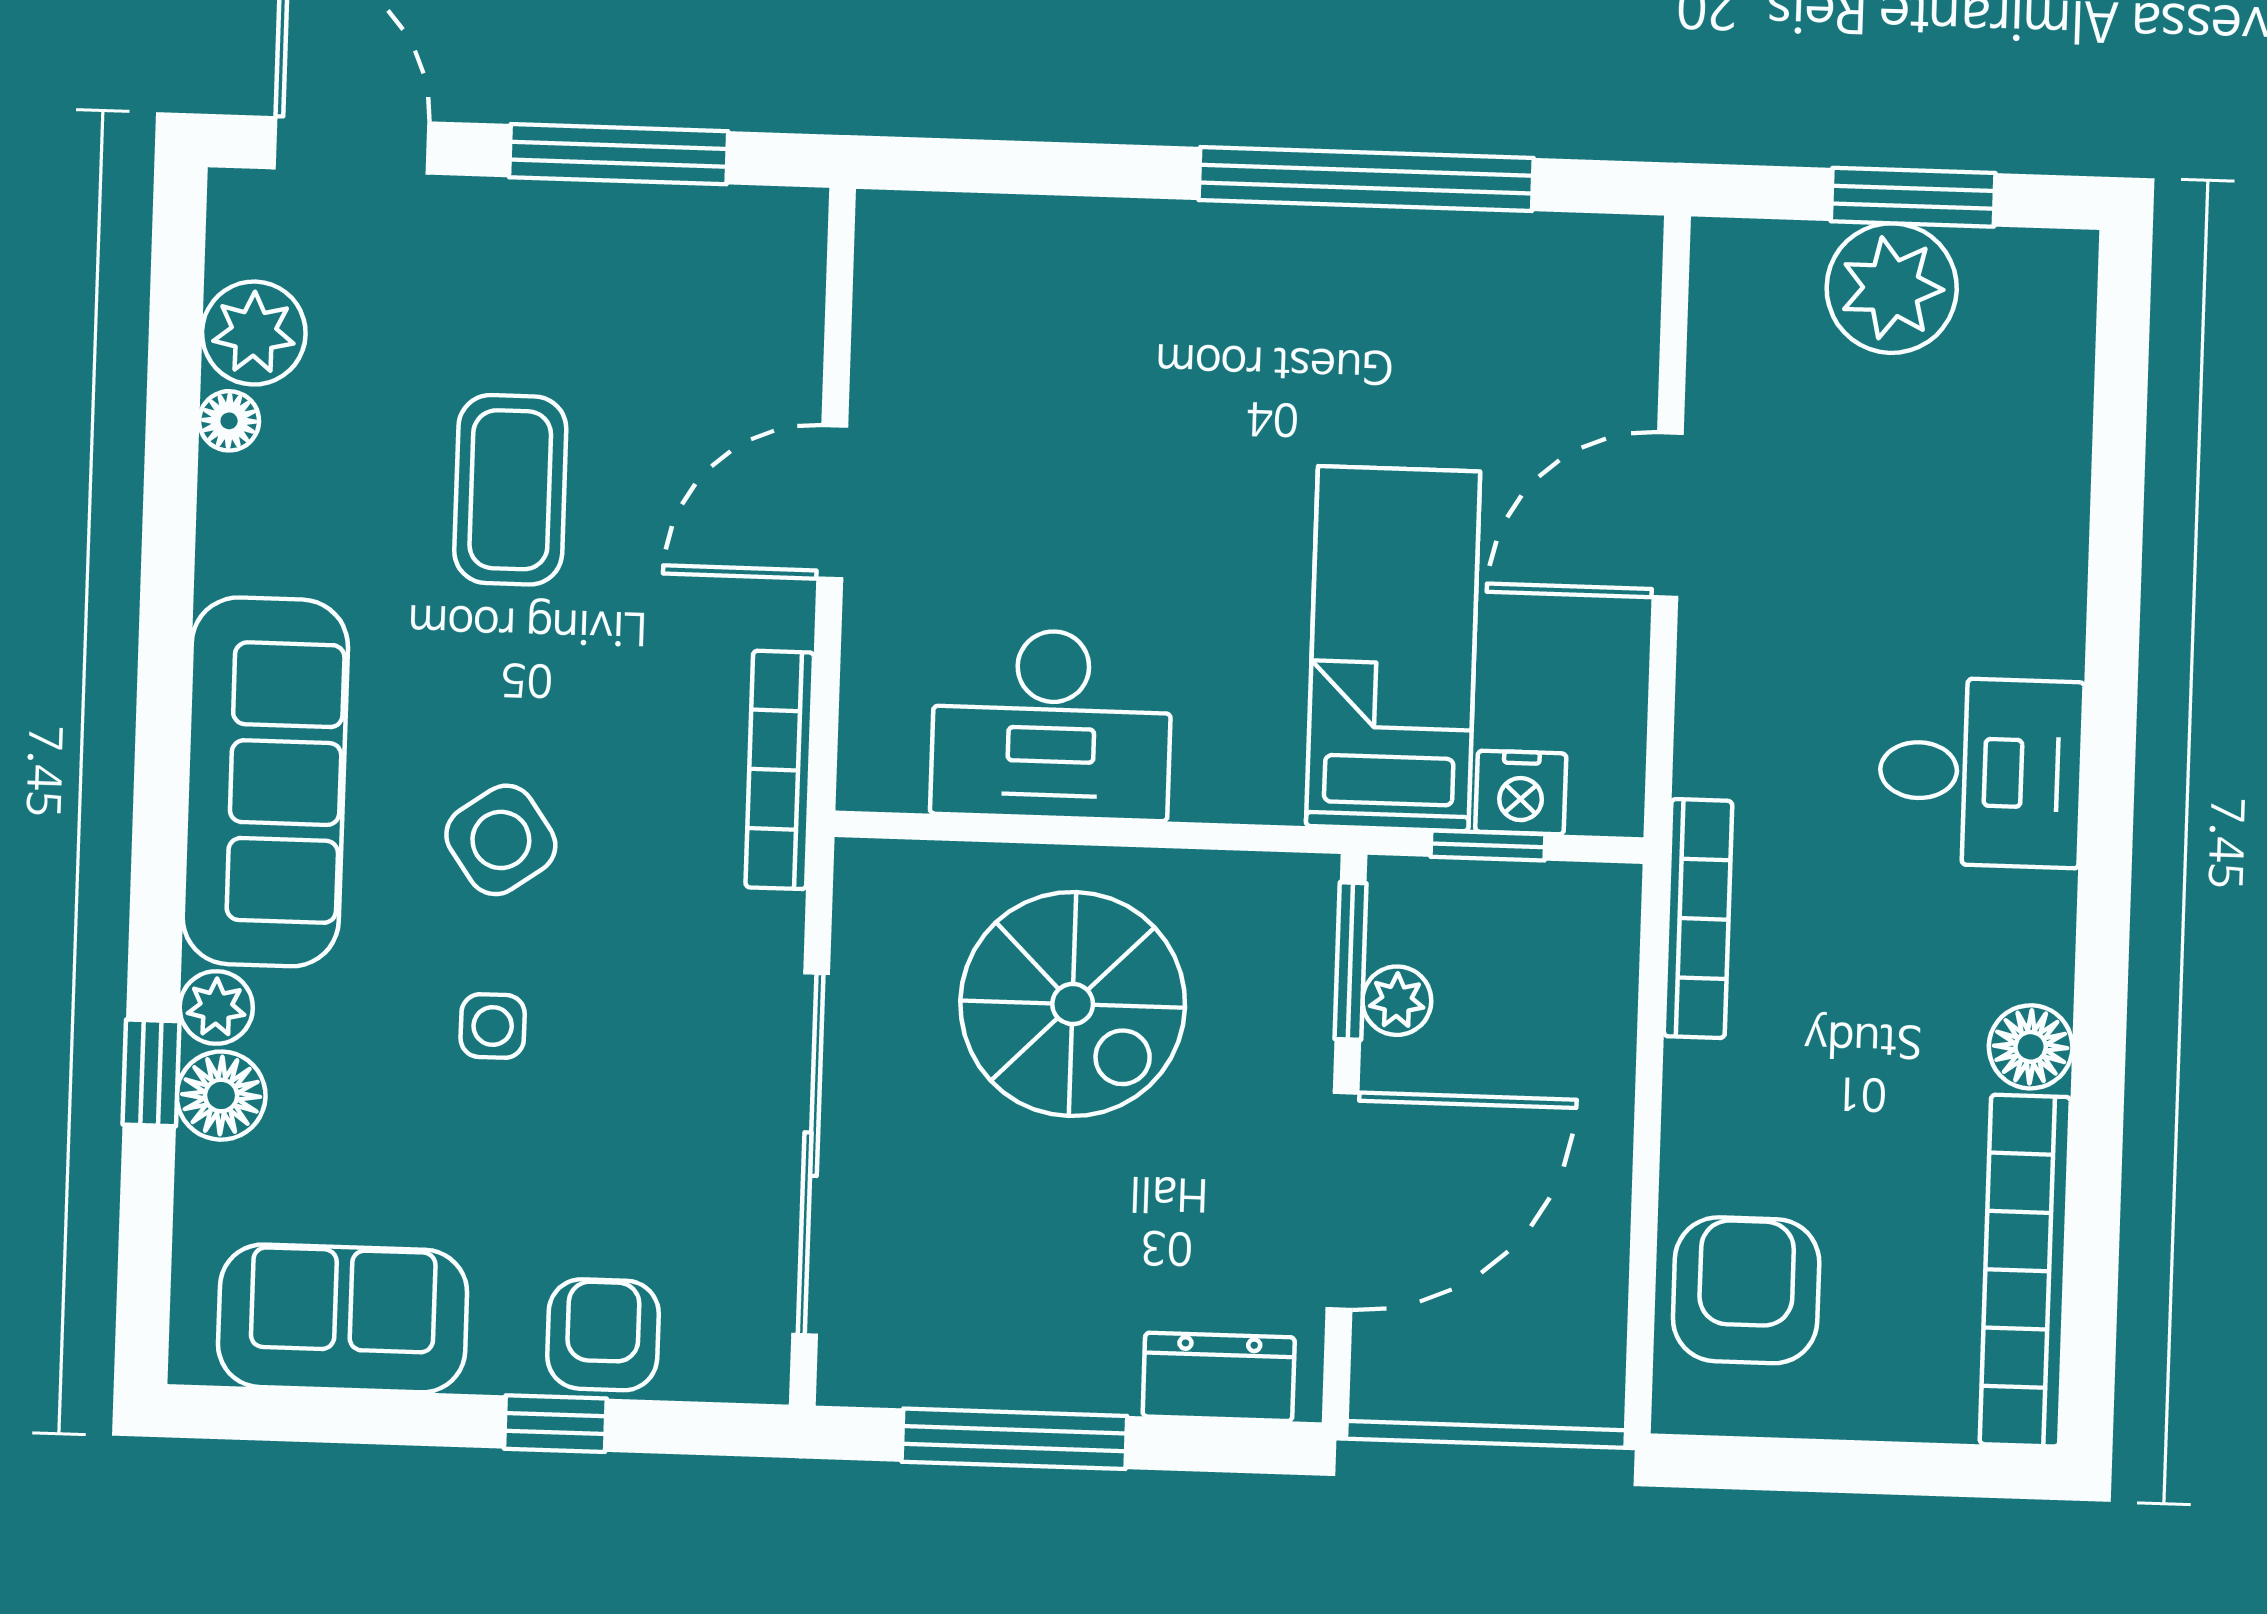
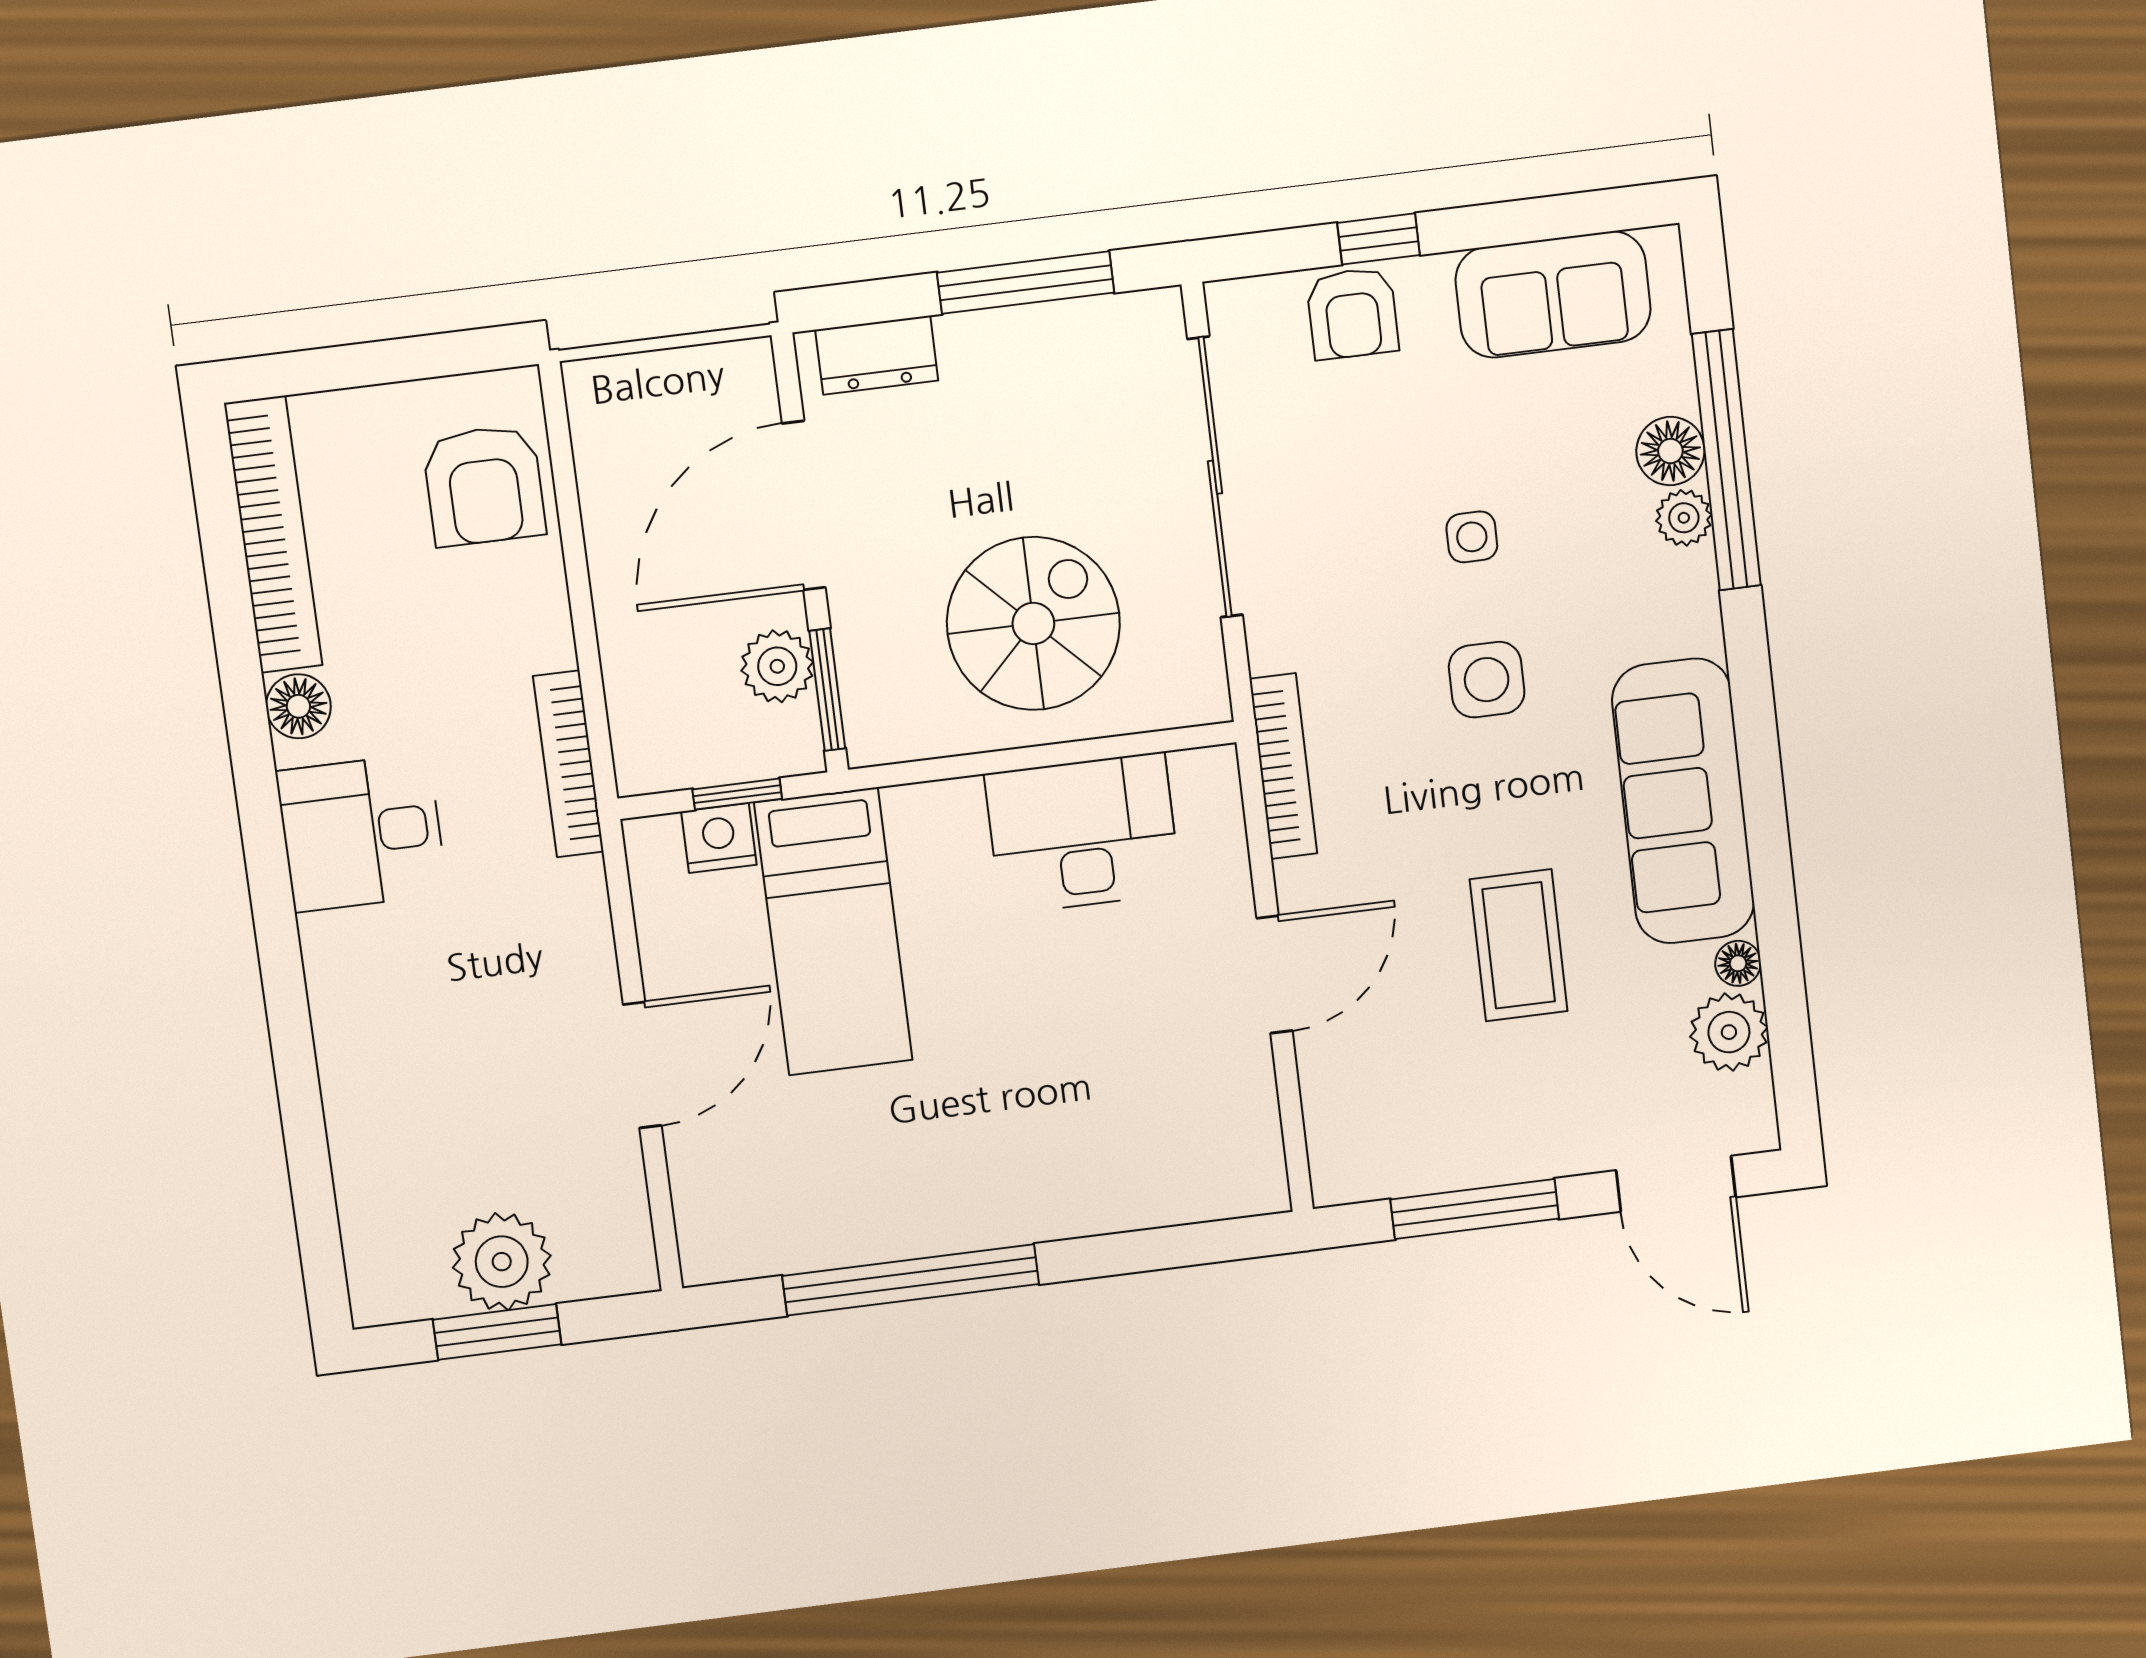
desk: (1981, 772) -> (362, 833), moved
sofa: (265, 782) -> (1683, 801), moved
side table: (501, 840) -> (1487, 680), turned 35
plant: (1397, 1001) -> (777, 666), width x1.38, depth x1.38
spiral stairs: (1073, 1004) -> (1033, 623), turned 90
window: (151, 1073) -> (1726, 460), width x3.17

